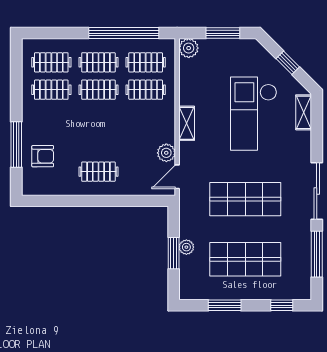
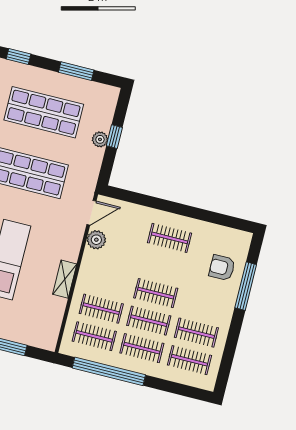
plant: (189, 48) -> (47, 340), removed
clothes rail: (98, 117) -> (156, 293), added
shelving: (187, 123) -> (65, 279), moved
window: (174, 253) -> (114, 137), width x0.67

